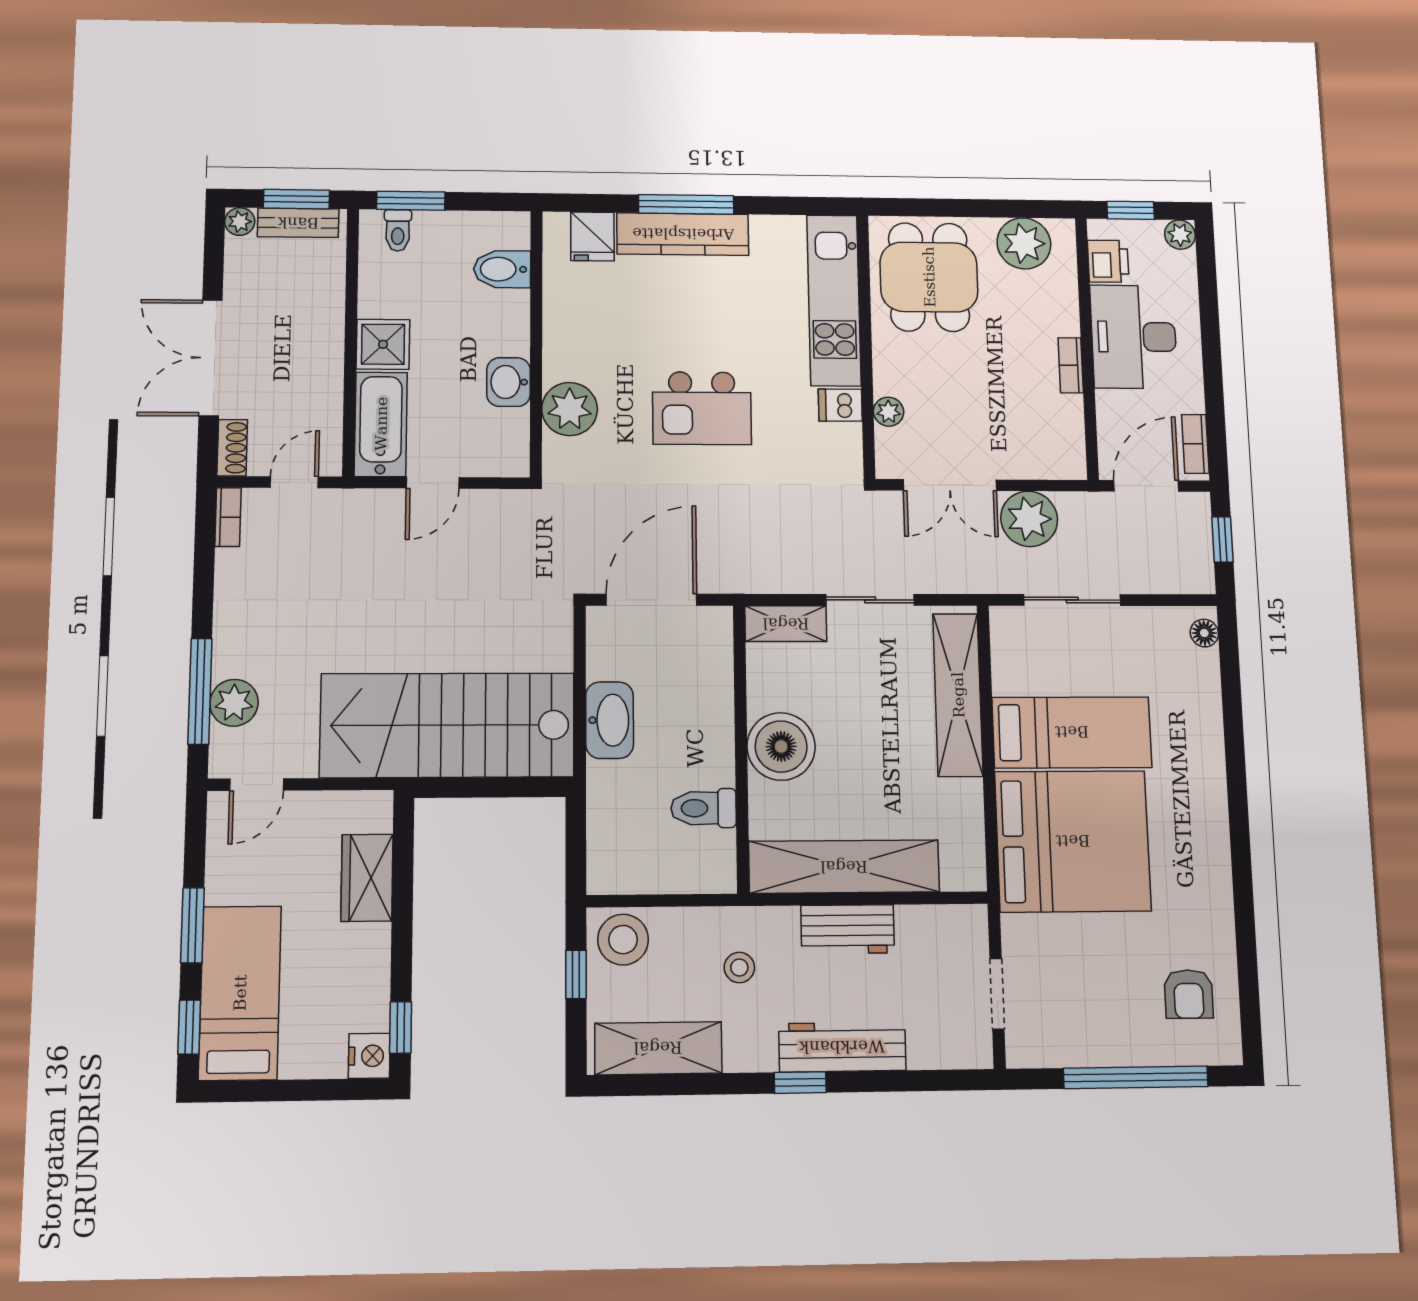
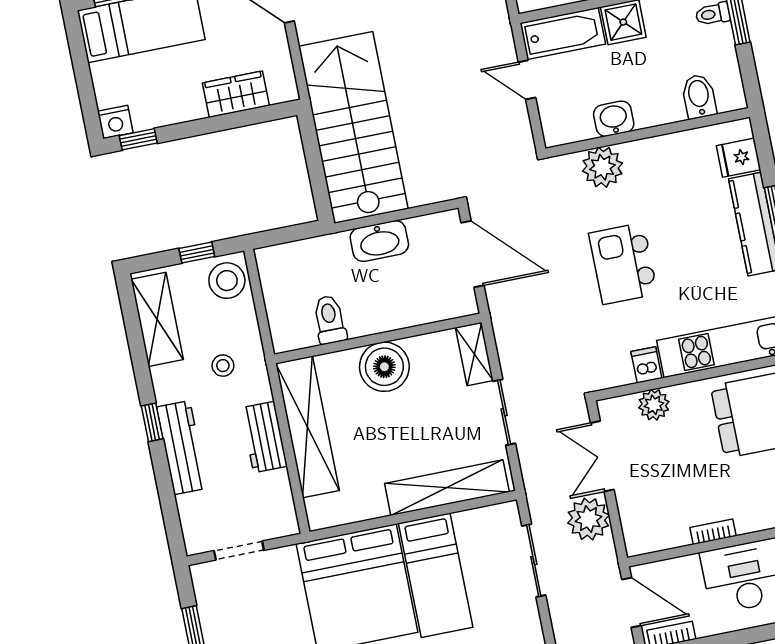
plant: (889, 412) -> (654, 405), width x1.38, depth x1.38

